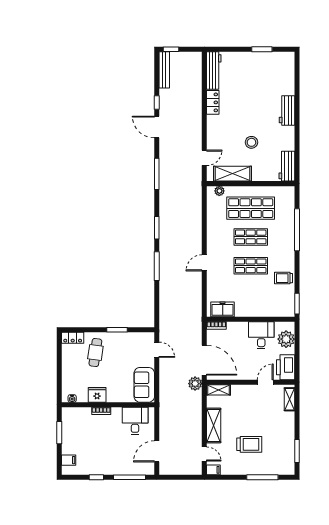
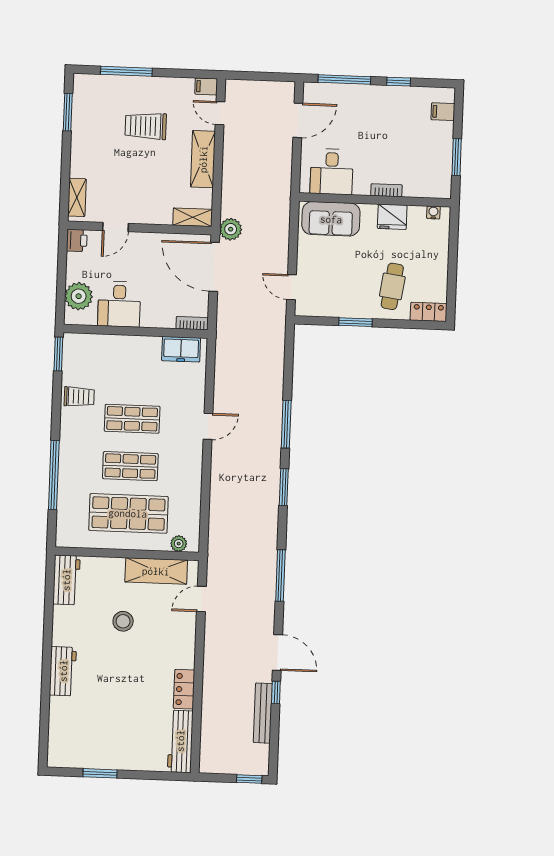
bench: (164, 70) -> (263, 713), moved
printer: (286, 367) -> (77, 240), width x0.53, depth x0.68
sofa: (144, 385) -> (331, 219), moved, turned 90

